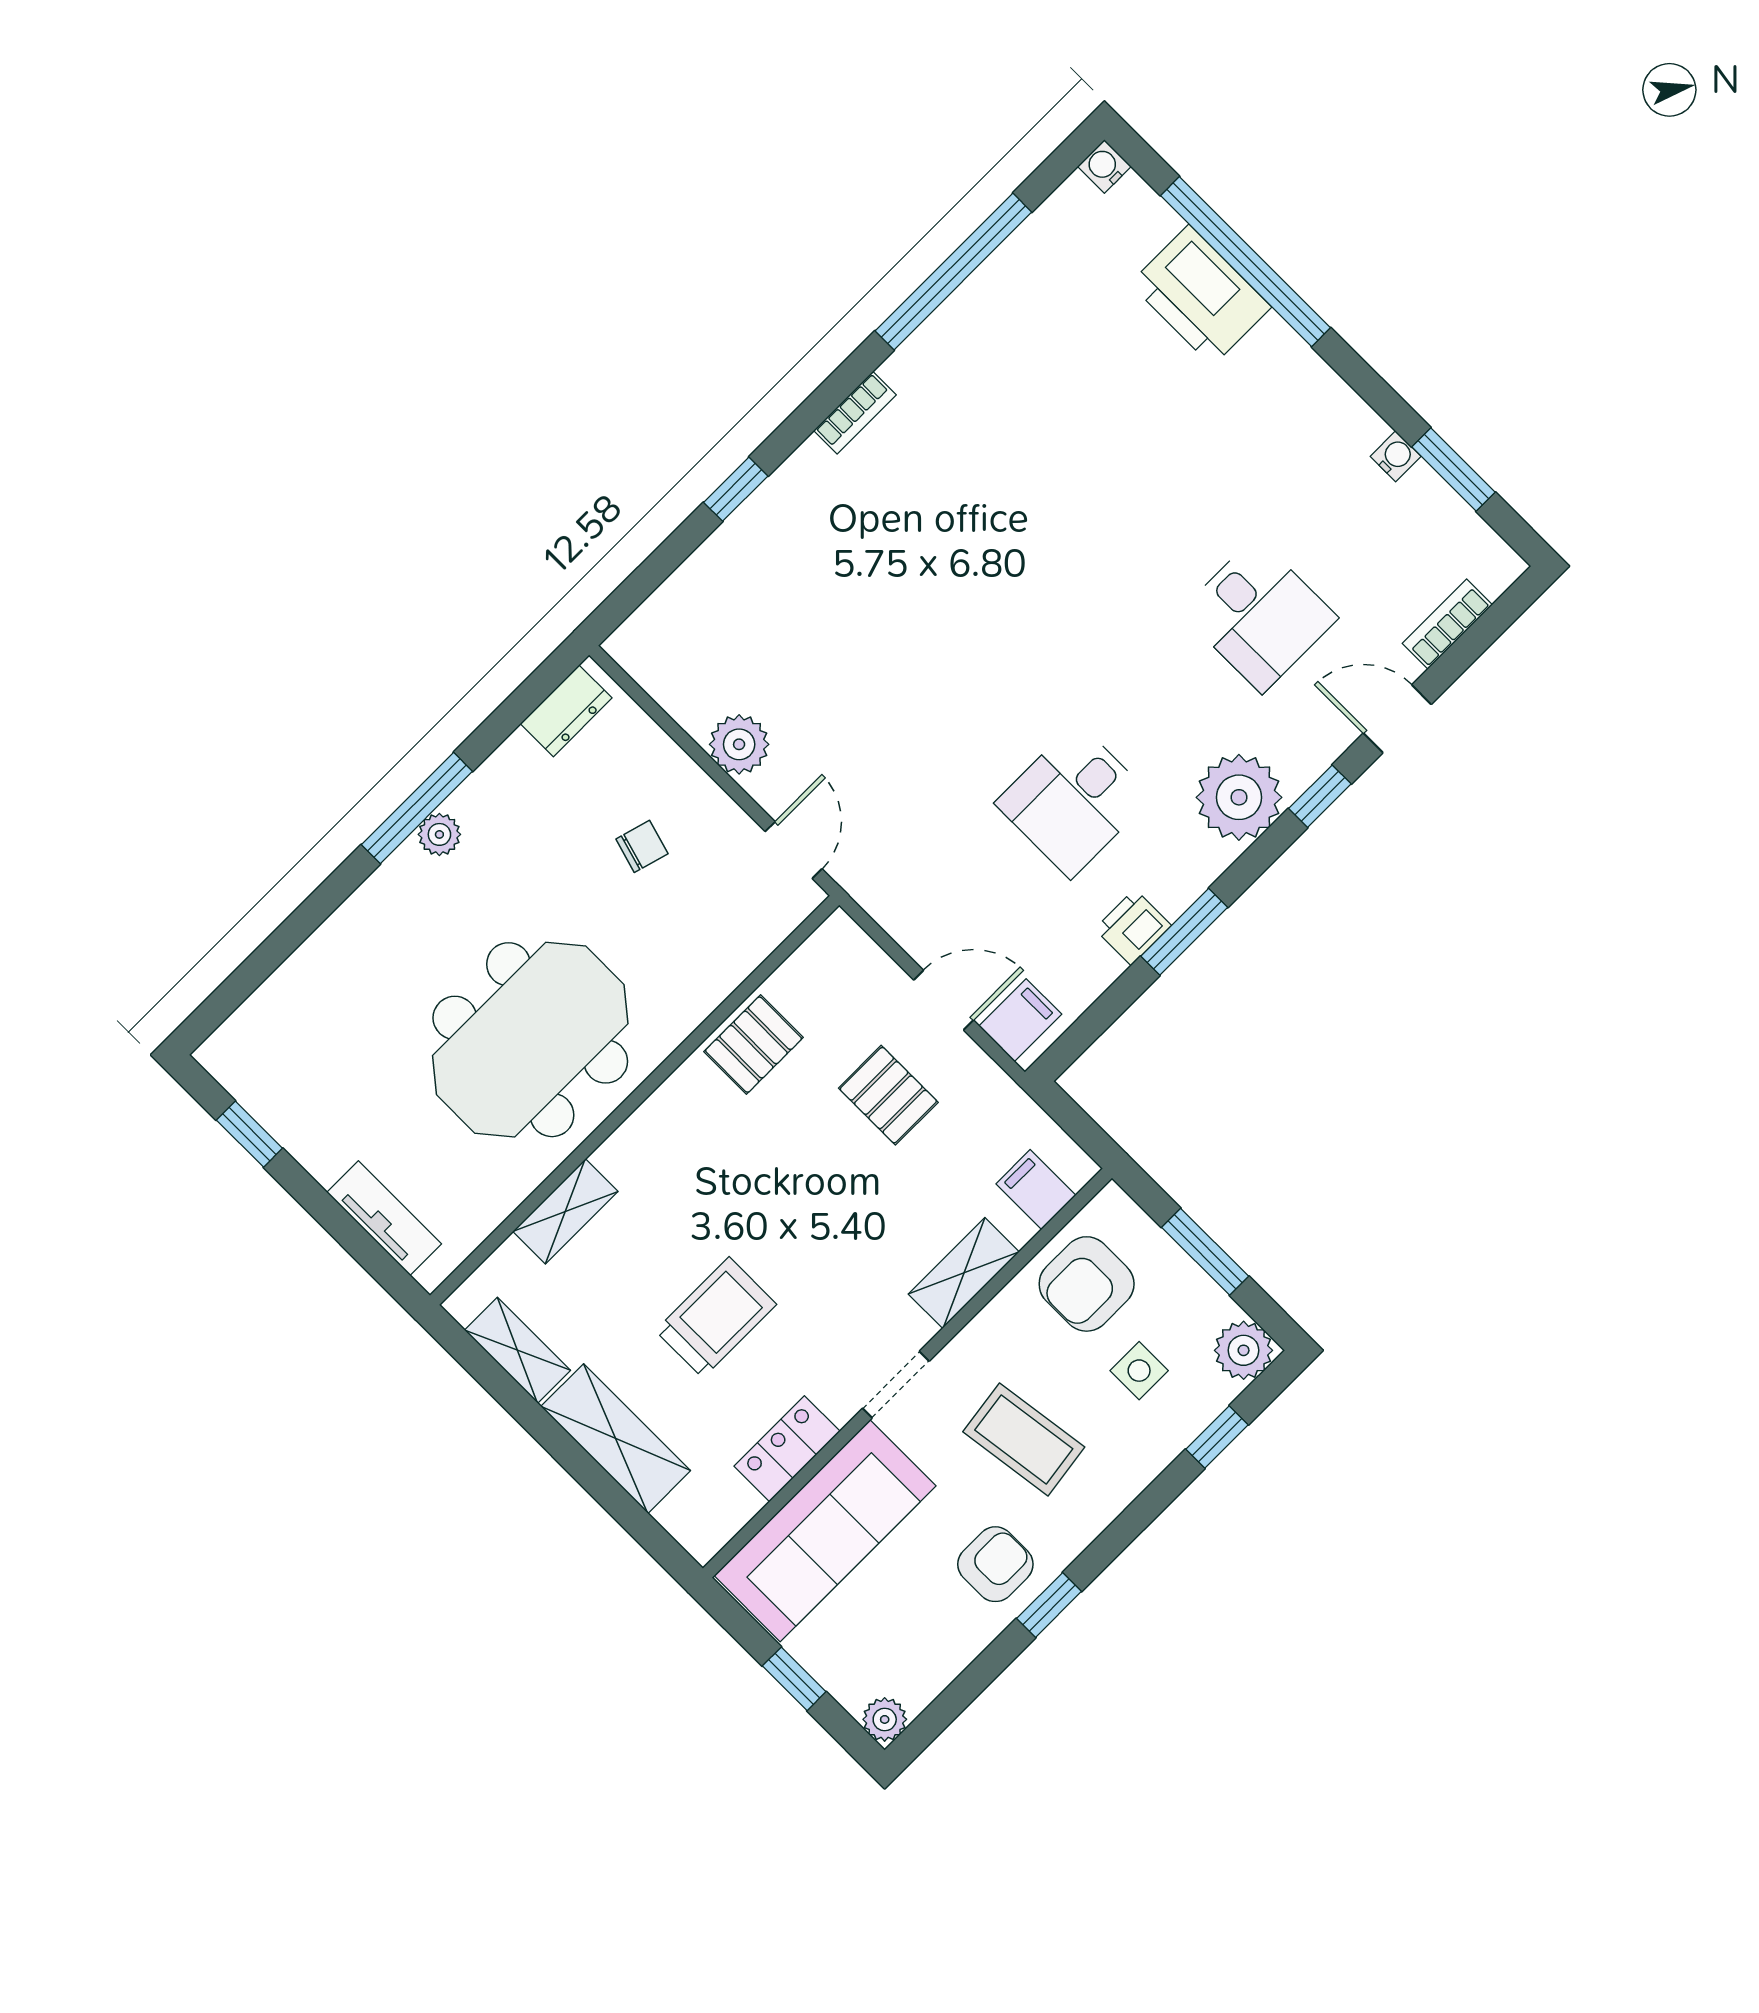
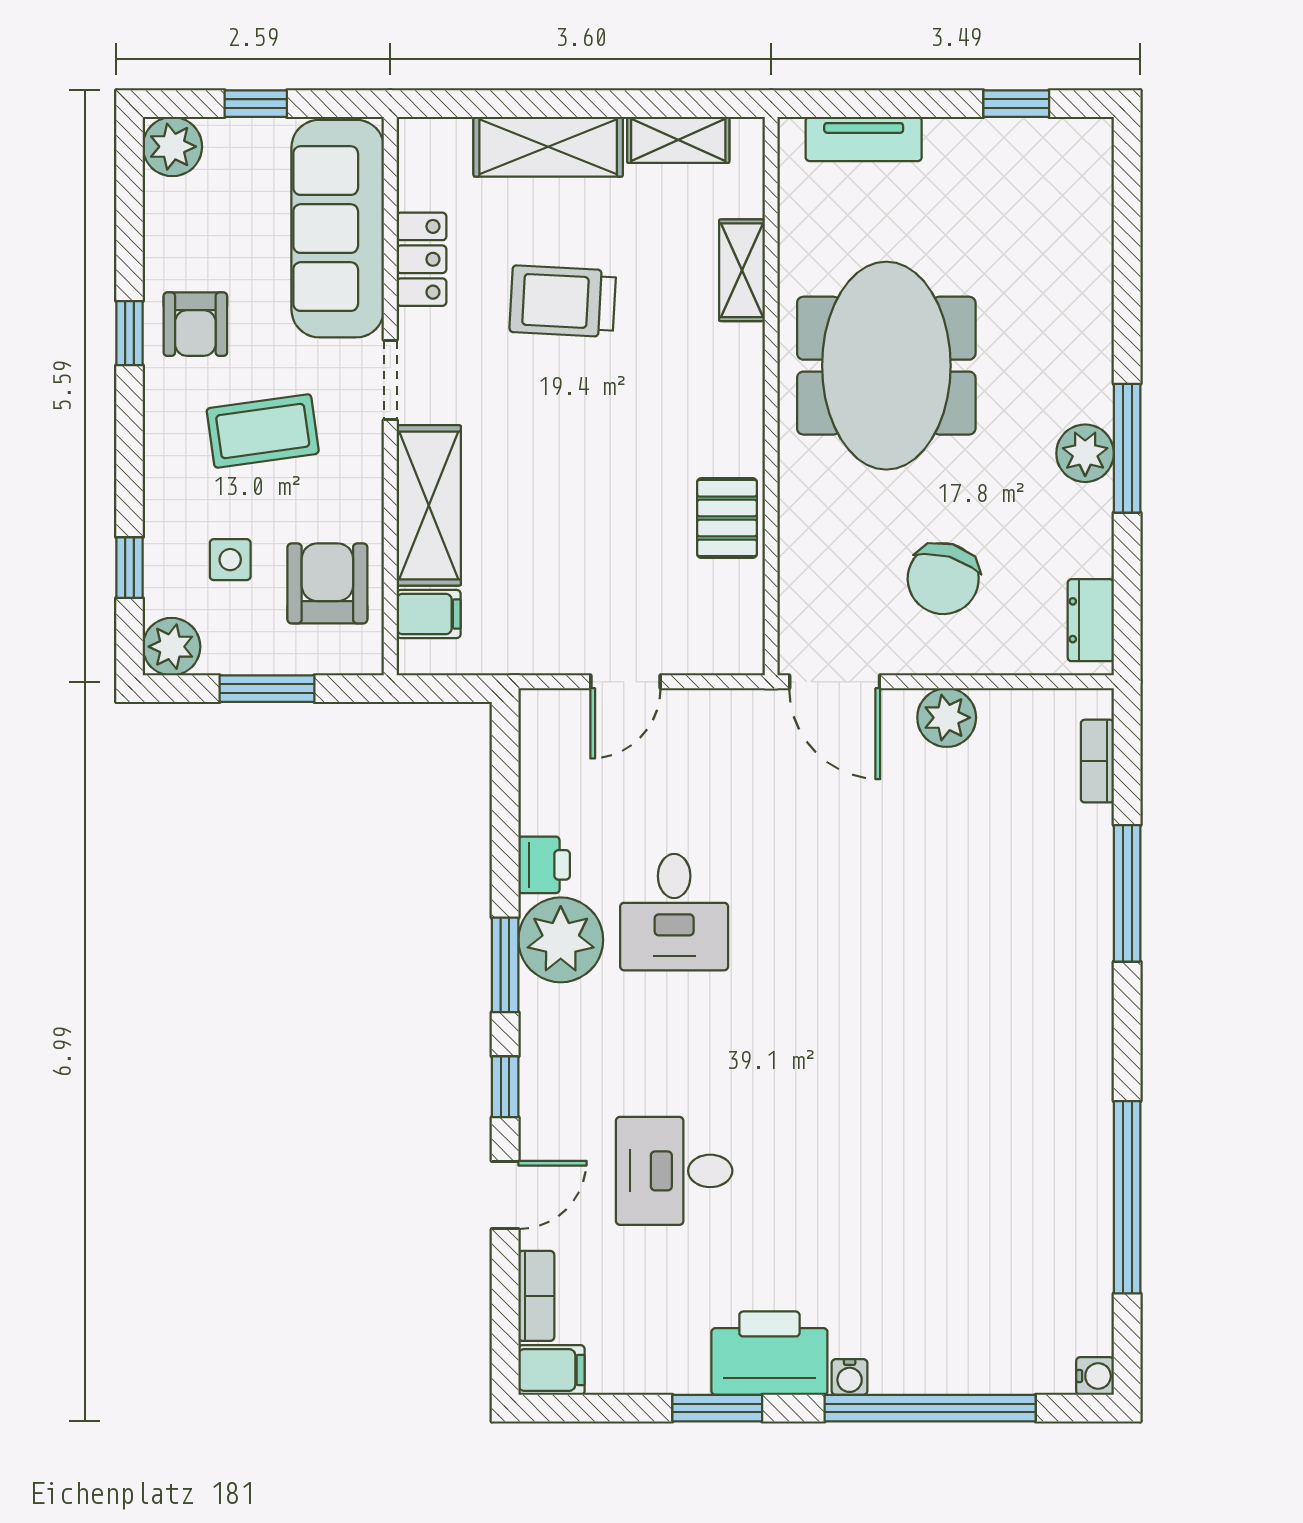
printer: (1201, 295) -> (769, 1353), moved
bookcase: (855, 413) -> (1097, 761), moved
water cooler: (1396, 456) -> (850, 1377), moved
window: (1453, 470) -> (717, 1408), moved
window: (736, 489) -> (1127, 893), width x2.17
plant: (1239, 797) -> (561, 940), moved
desk: (1074, 800) -> (674, 912), turned 180
plant: (439, 834) -> (1085, 453), width x1.38, depth x1.38
chair: (642, 846) -> (943, 579), width x1.87, depth x1.87
door: (794, 850) -> (835, 682), width x1.38
window: (1184, 932) -> (505, 965), moved
filing cabinet: (1020, 1020) -> (551, 1370), moved, turned -90
pallet: (888, 1095) -> (598, 577), removed
shelving: (964, 1273) -> (429, 505), width x1.50, depth x1.33
trolley: (716, 1317) -> (563, 301), turned 93
plant: (885, 1719) -> (172, 147), width x1.38, depth x1.38

